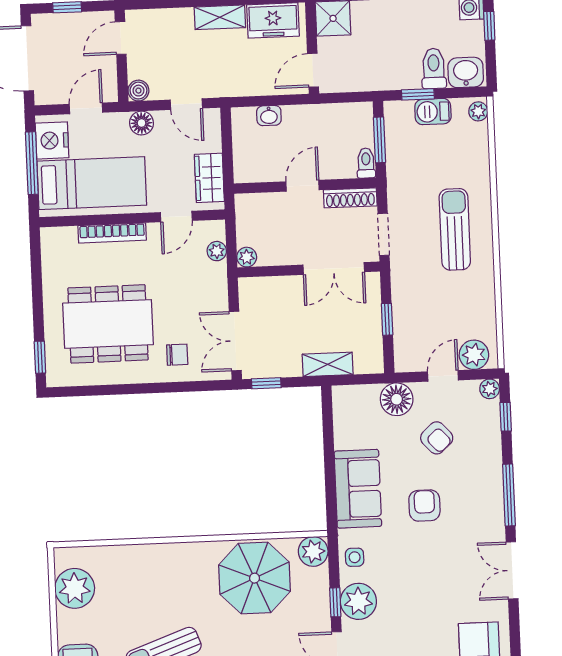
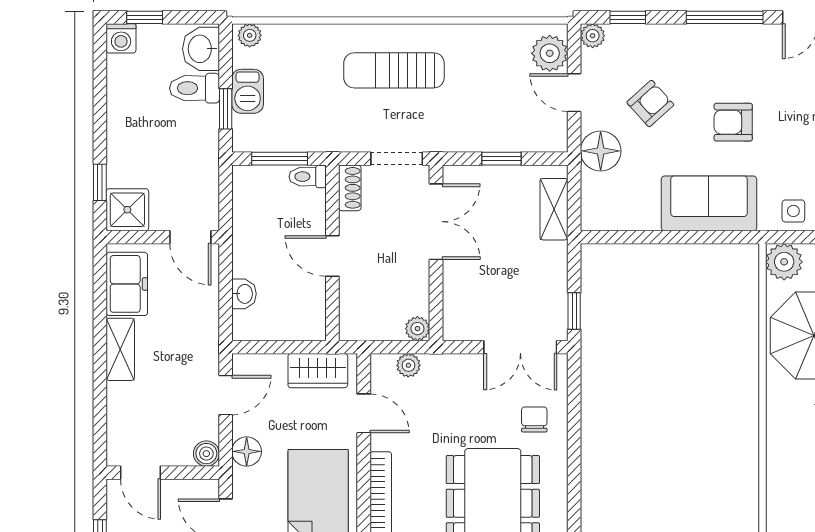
shoe rack: (350, 198) -> (350, 188), width x0.70
shelving: (328, 364) -> (554, 209), moved

